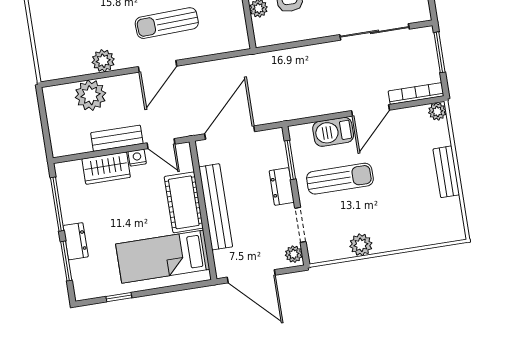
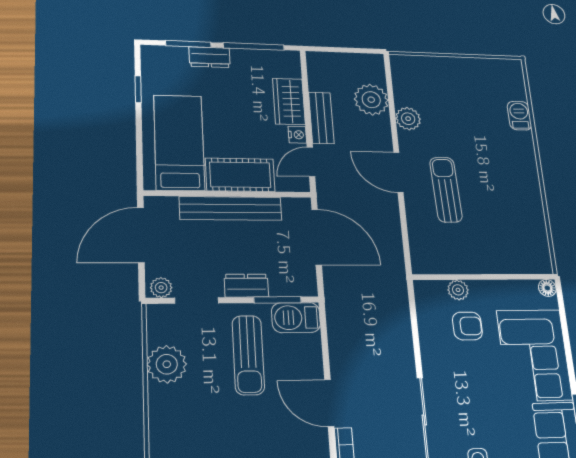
barbecue: (333, 132) -> (296, 318), moved, turned -90
plant: (361, 245) -> (167, 364), width x1.36, depth x1.36

